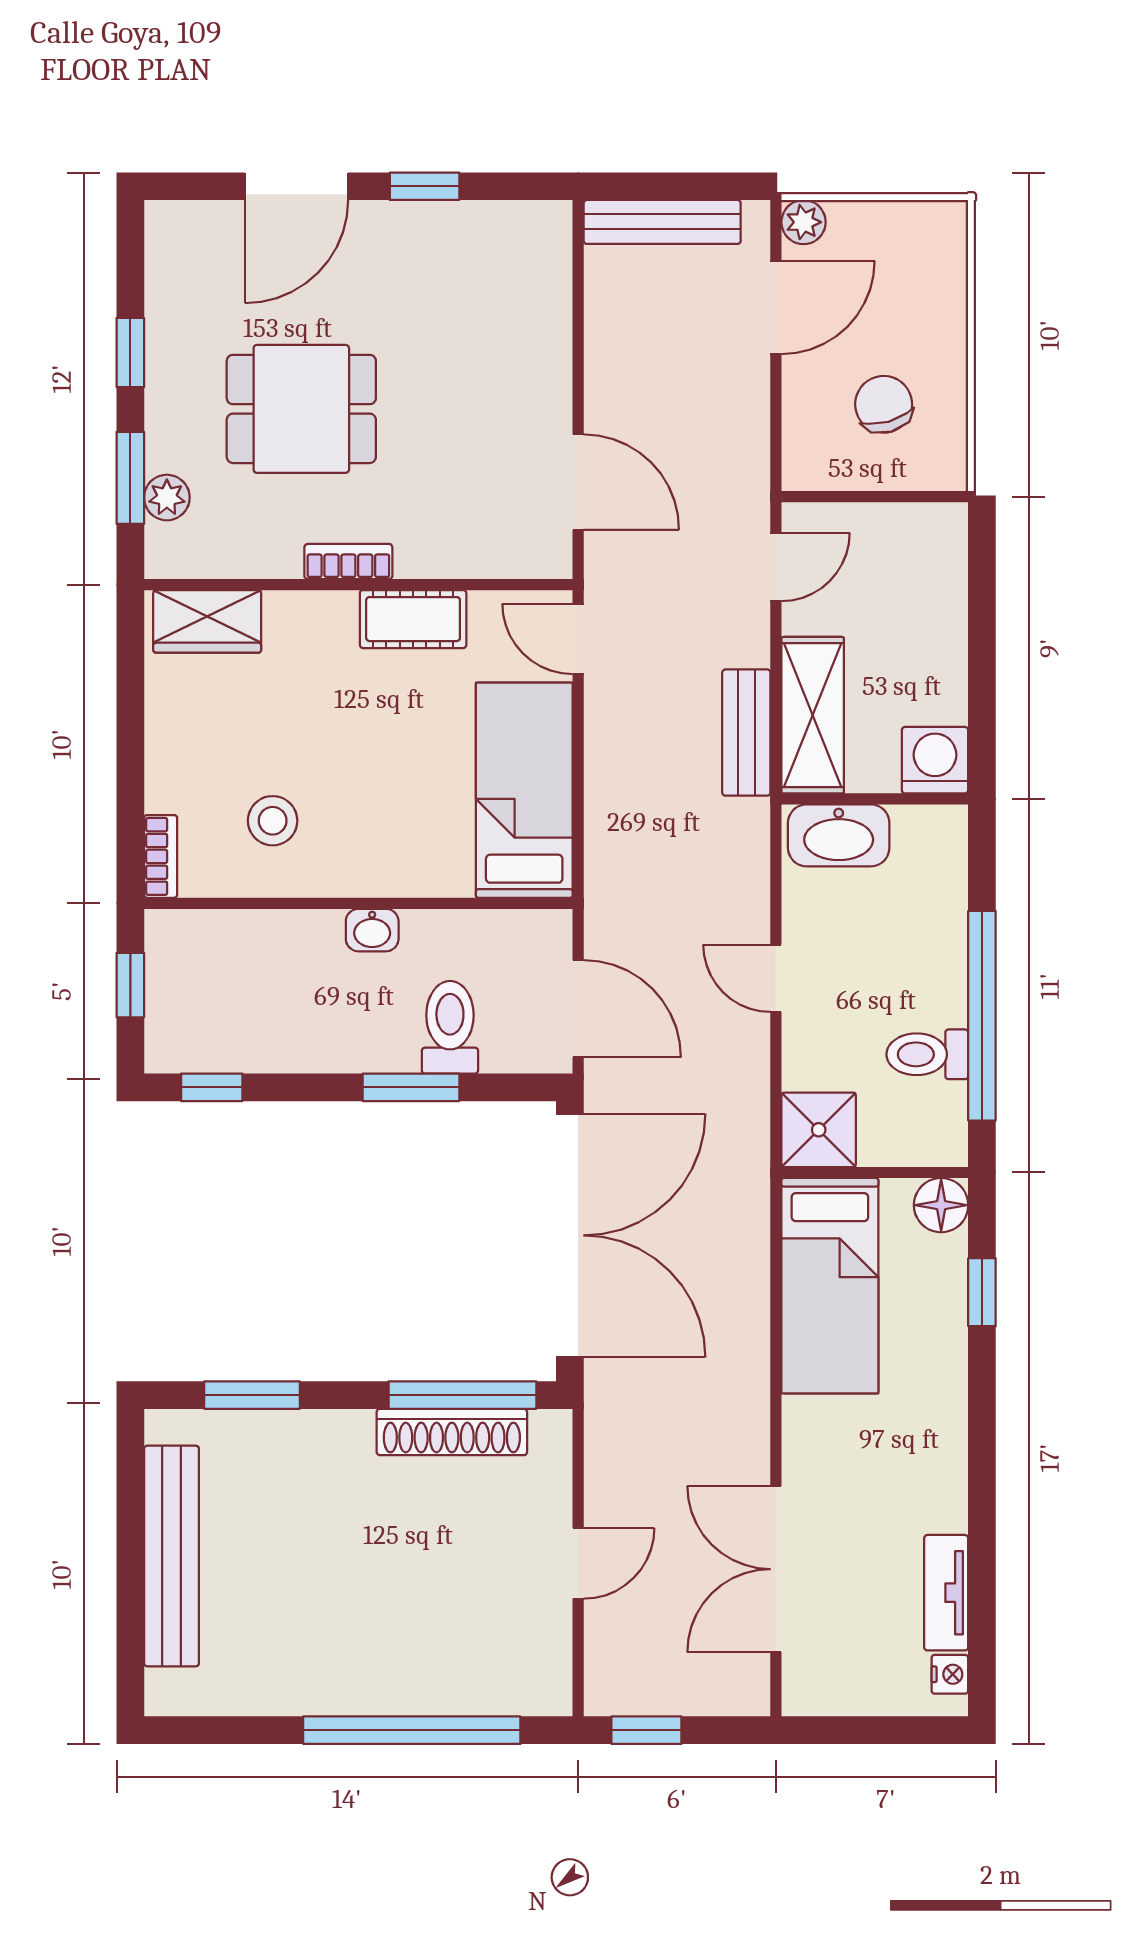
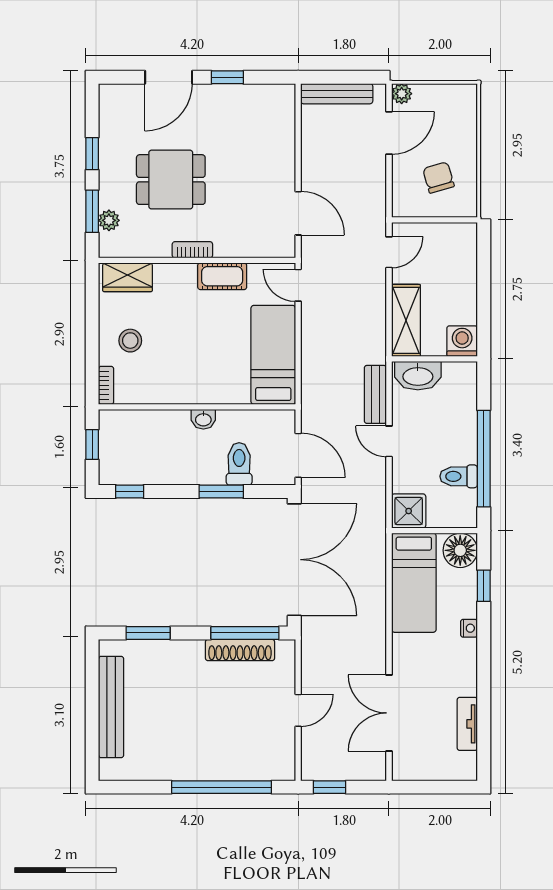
bench: (746, 733) -> (375, 394), moved
stool: (273, 821) -> (130, 341), moved
floor lamp: (941, 1205) -> (460, 550), width x1.38, depth x1.38
nightstand: (950, 1674) -> (469, 628), moved

